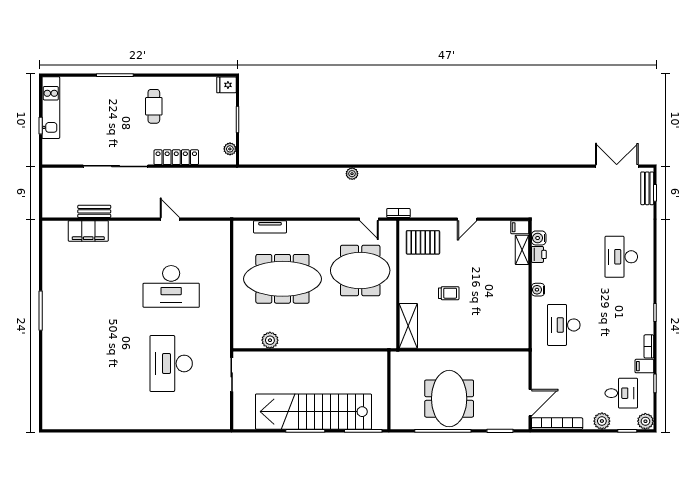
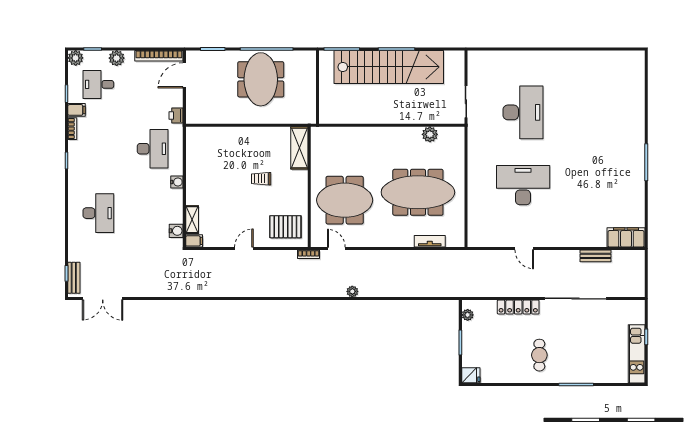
filing cabinet: (88, 231) -> (626, 237), moved
printer: (539, 254) -> (176, 115), moved

